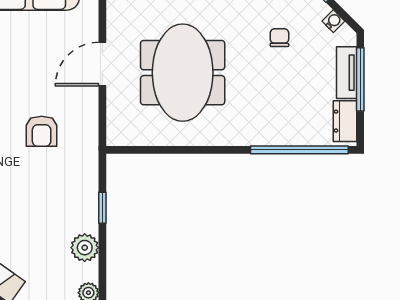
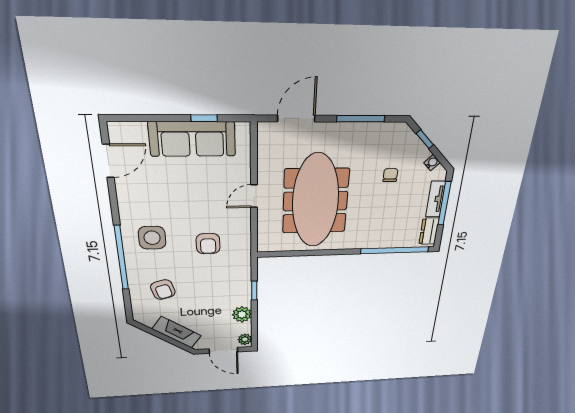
door: (102, 64) -> (254, 196), width x0.73
meeting table: (183, 73) -> (316, 201), width x1.36

